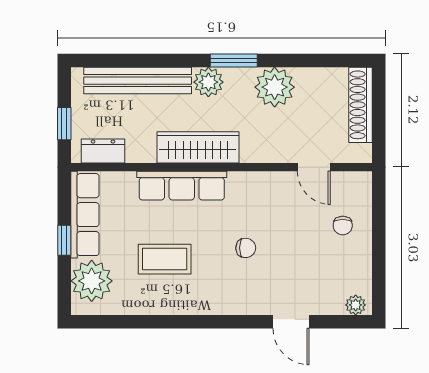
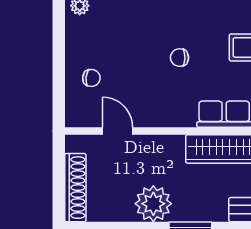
plant: (208, 82) -> (213, 208), removed
chair: (343, 225) -> (91, 78), turned 96

